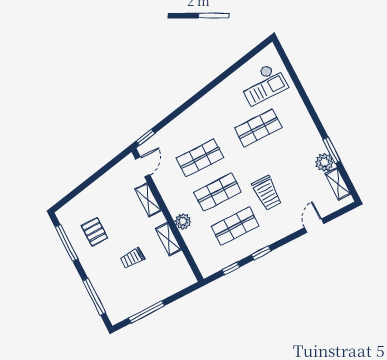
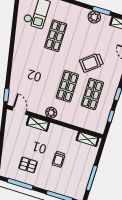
shop shelf: (200, 158) -> (42, 79), removed
plant: (324, 162) -> (94, 17), moved
trolley: (267, 193) -> (91, 63), turned 141
plant: (183, 221) -> (51, 113), moved
shelving: (168, 239) -> (88, 139), moved

